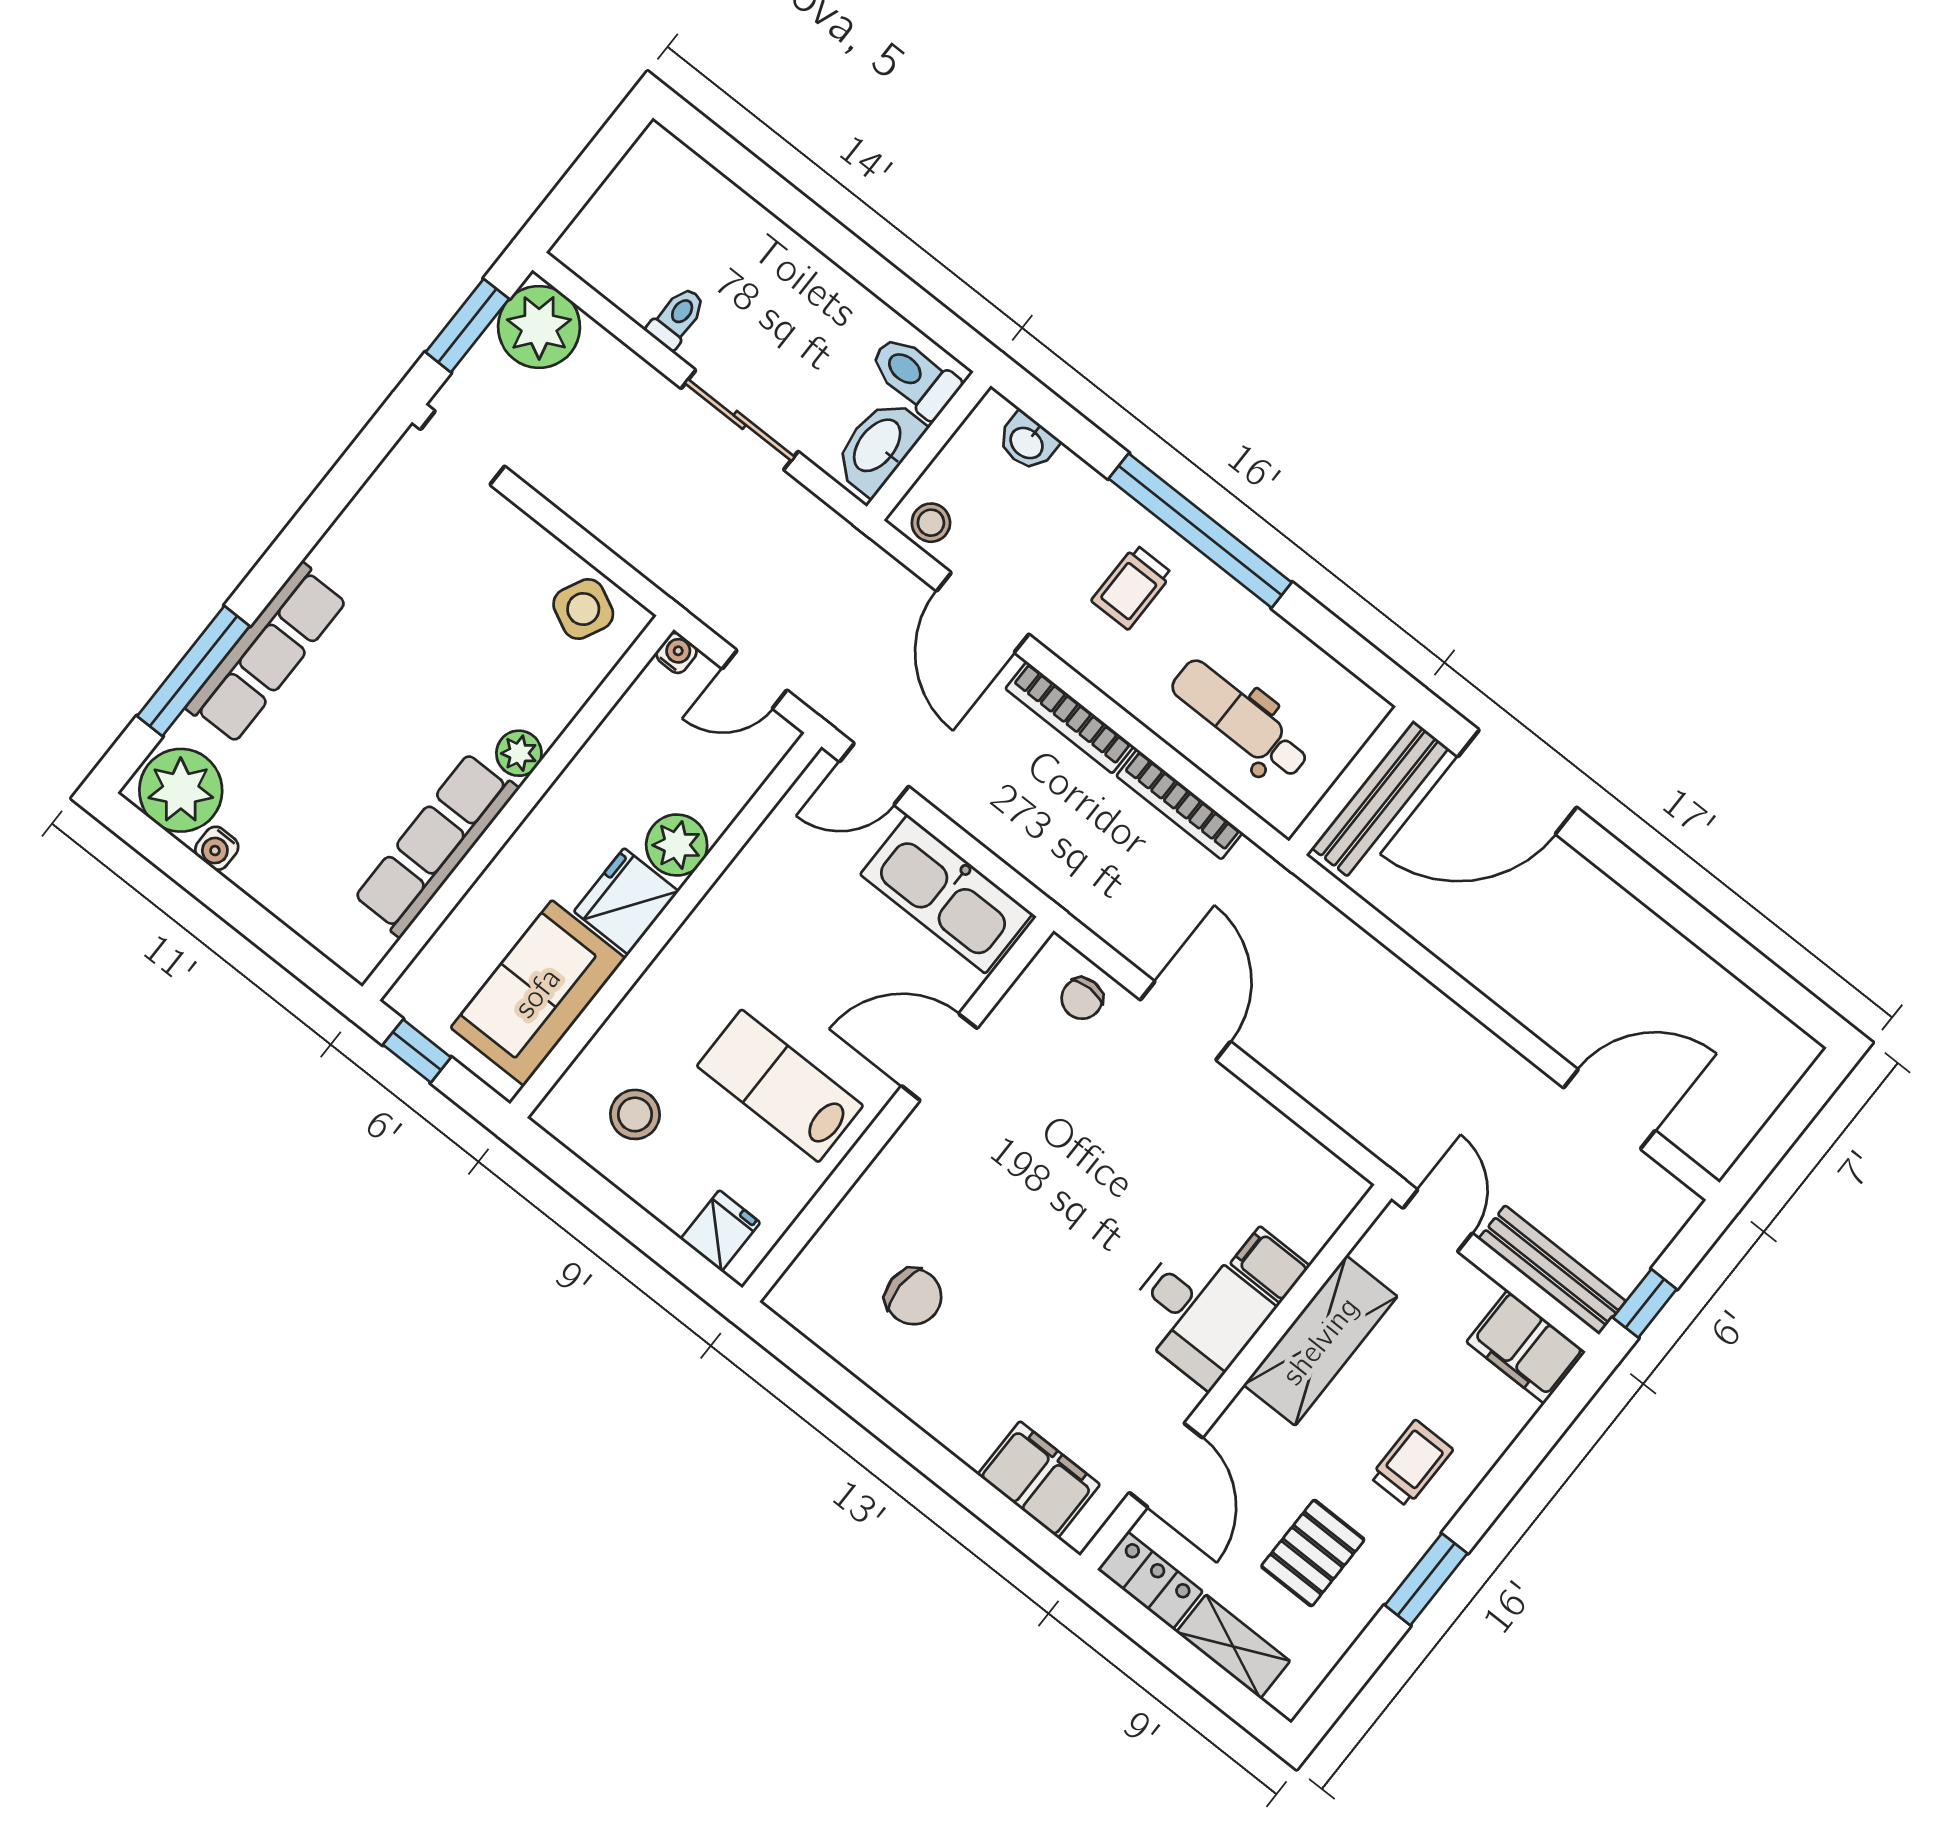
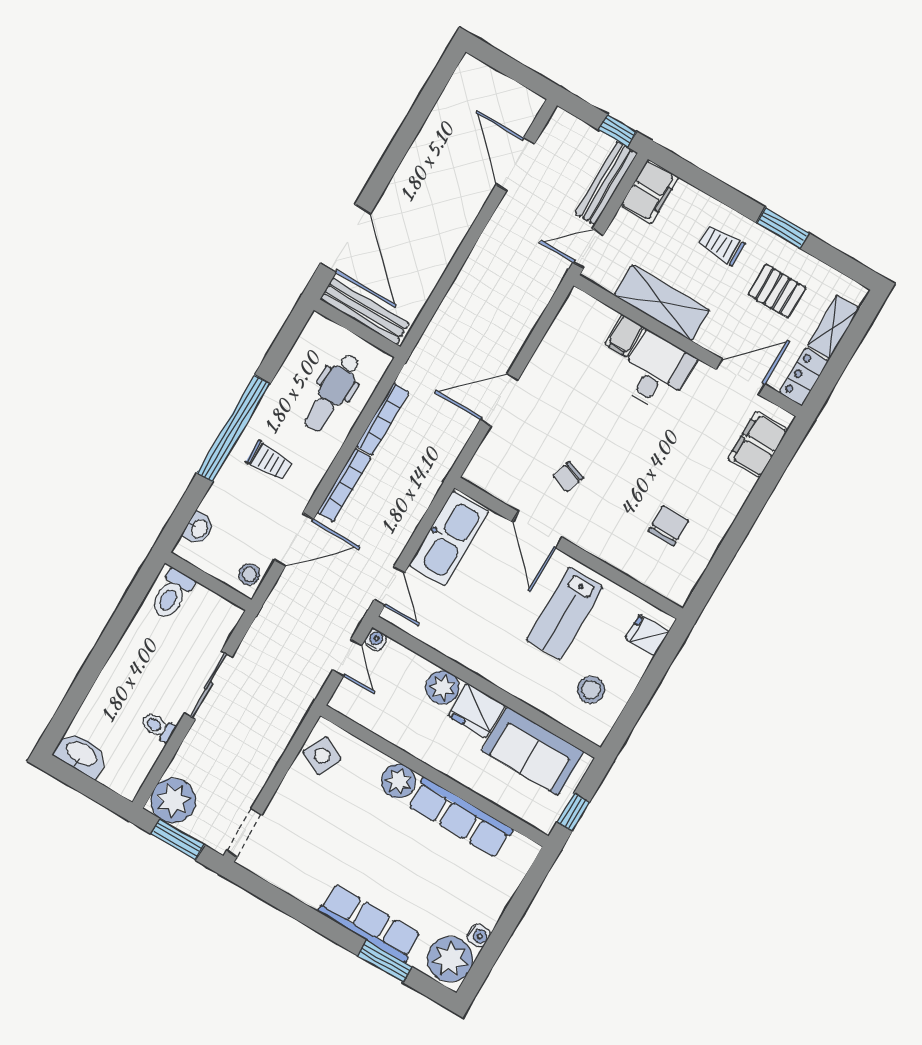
washbasin: (879, 446) -> (81, 754), moved, turned 180
water cooler: (677, 653) -> (376, 640), moved, turned 90
window: (193, 671) -> (385, 961), width x0.69
plant: (519, 753) -> (398, 781), width x1.38, depth x1.38
chair: (1082, 998) -> (568, 477), moved, turned 108

